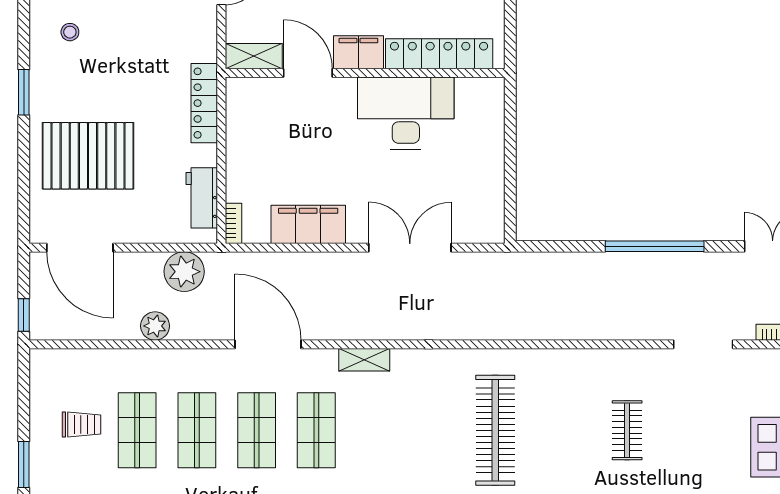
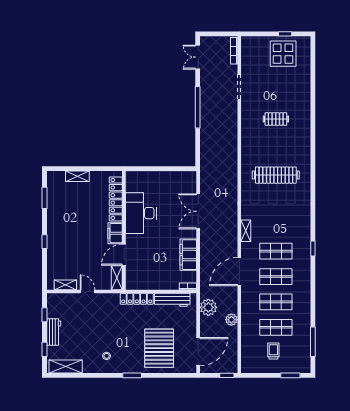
workbench: (202, 198) -> (172, 300), width x1.38

